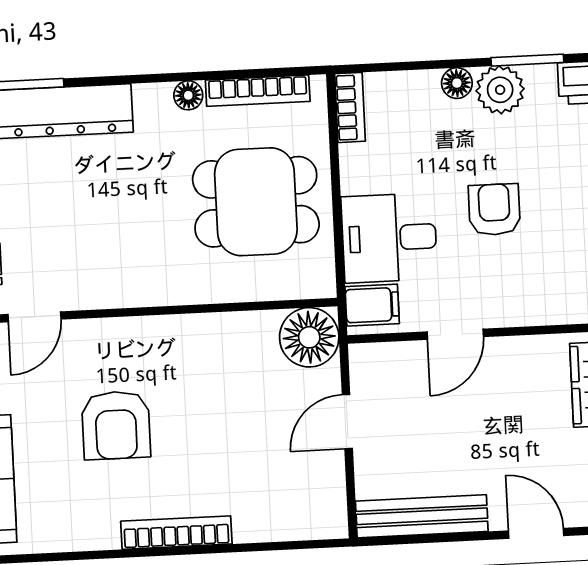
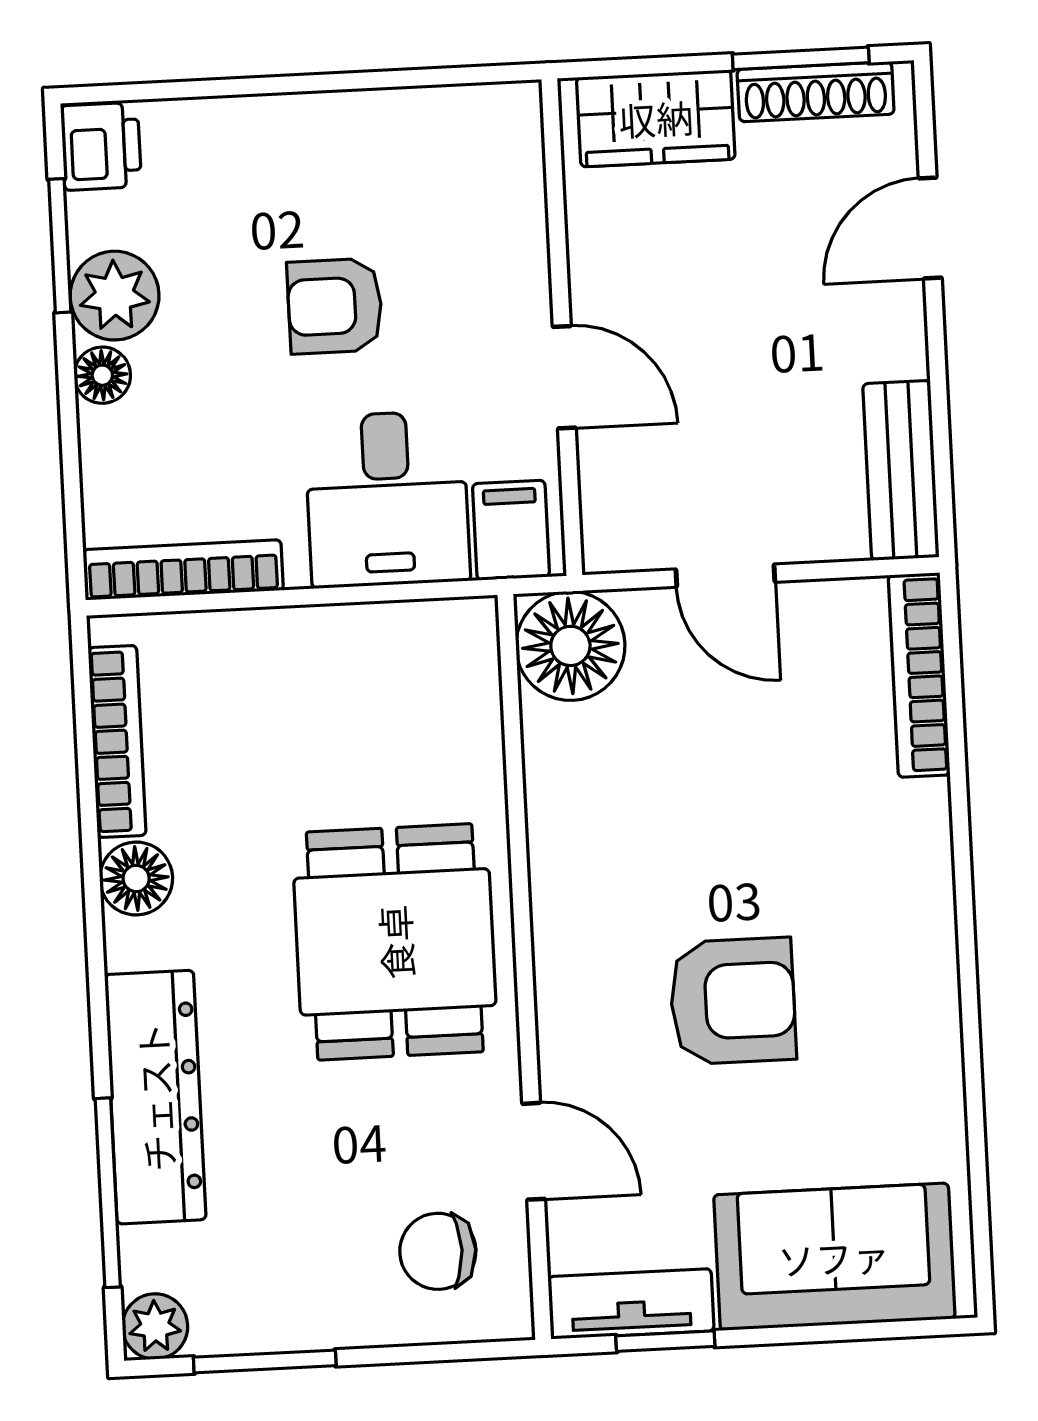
floor lamp: (188, 95) -> (136, 878), width x1.37, depth x1.37
bookcase: (350, 107) -> (183, 570), width x1.56
dining table: (256, 202) -> (395, 942), moved
bench: (422, 516) -> (901, 470), width x0.73
bookcase: (176, 533) -> (919, 675), moved

